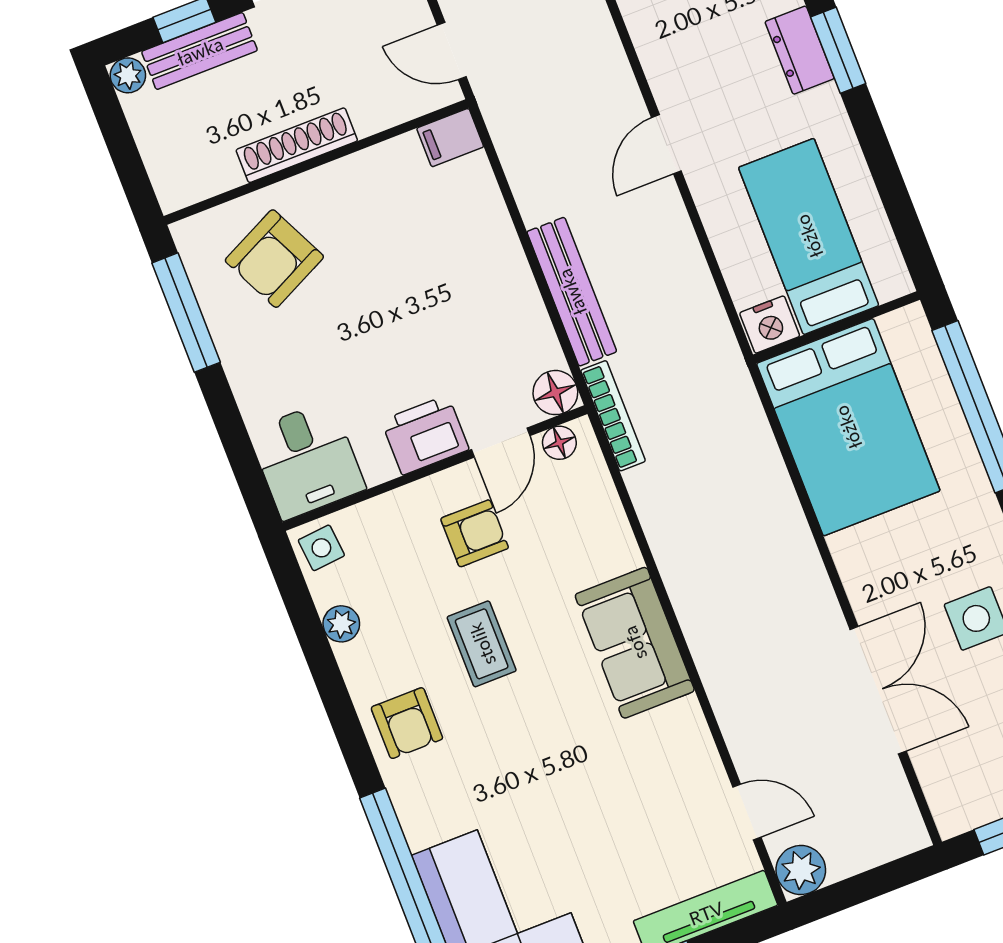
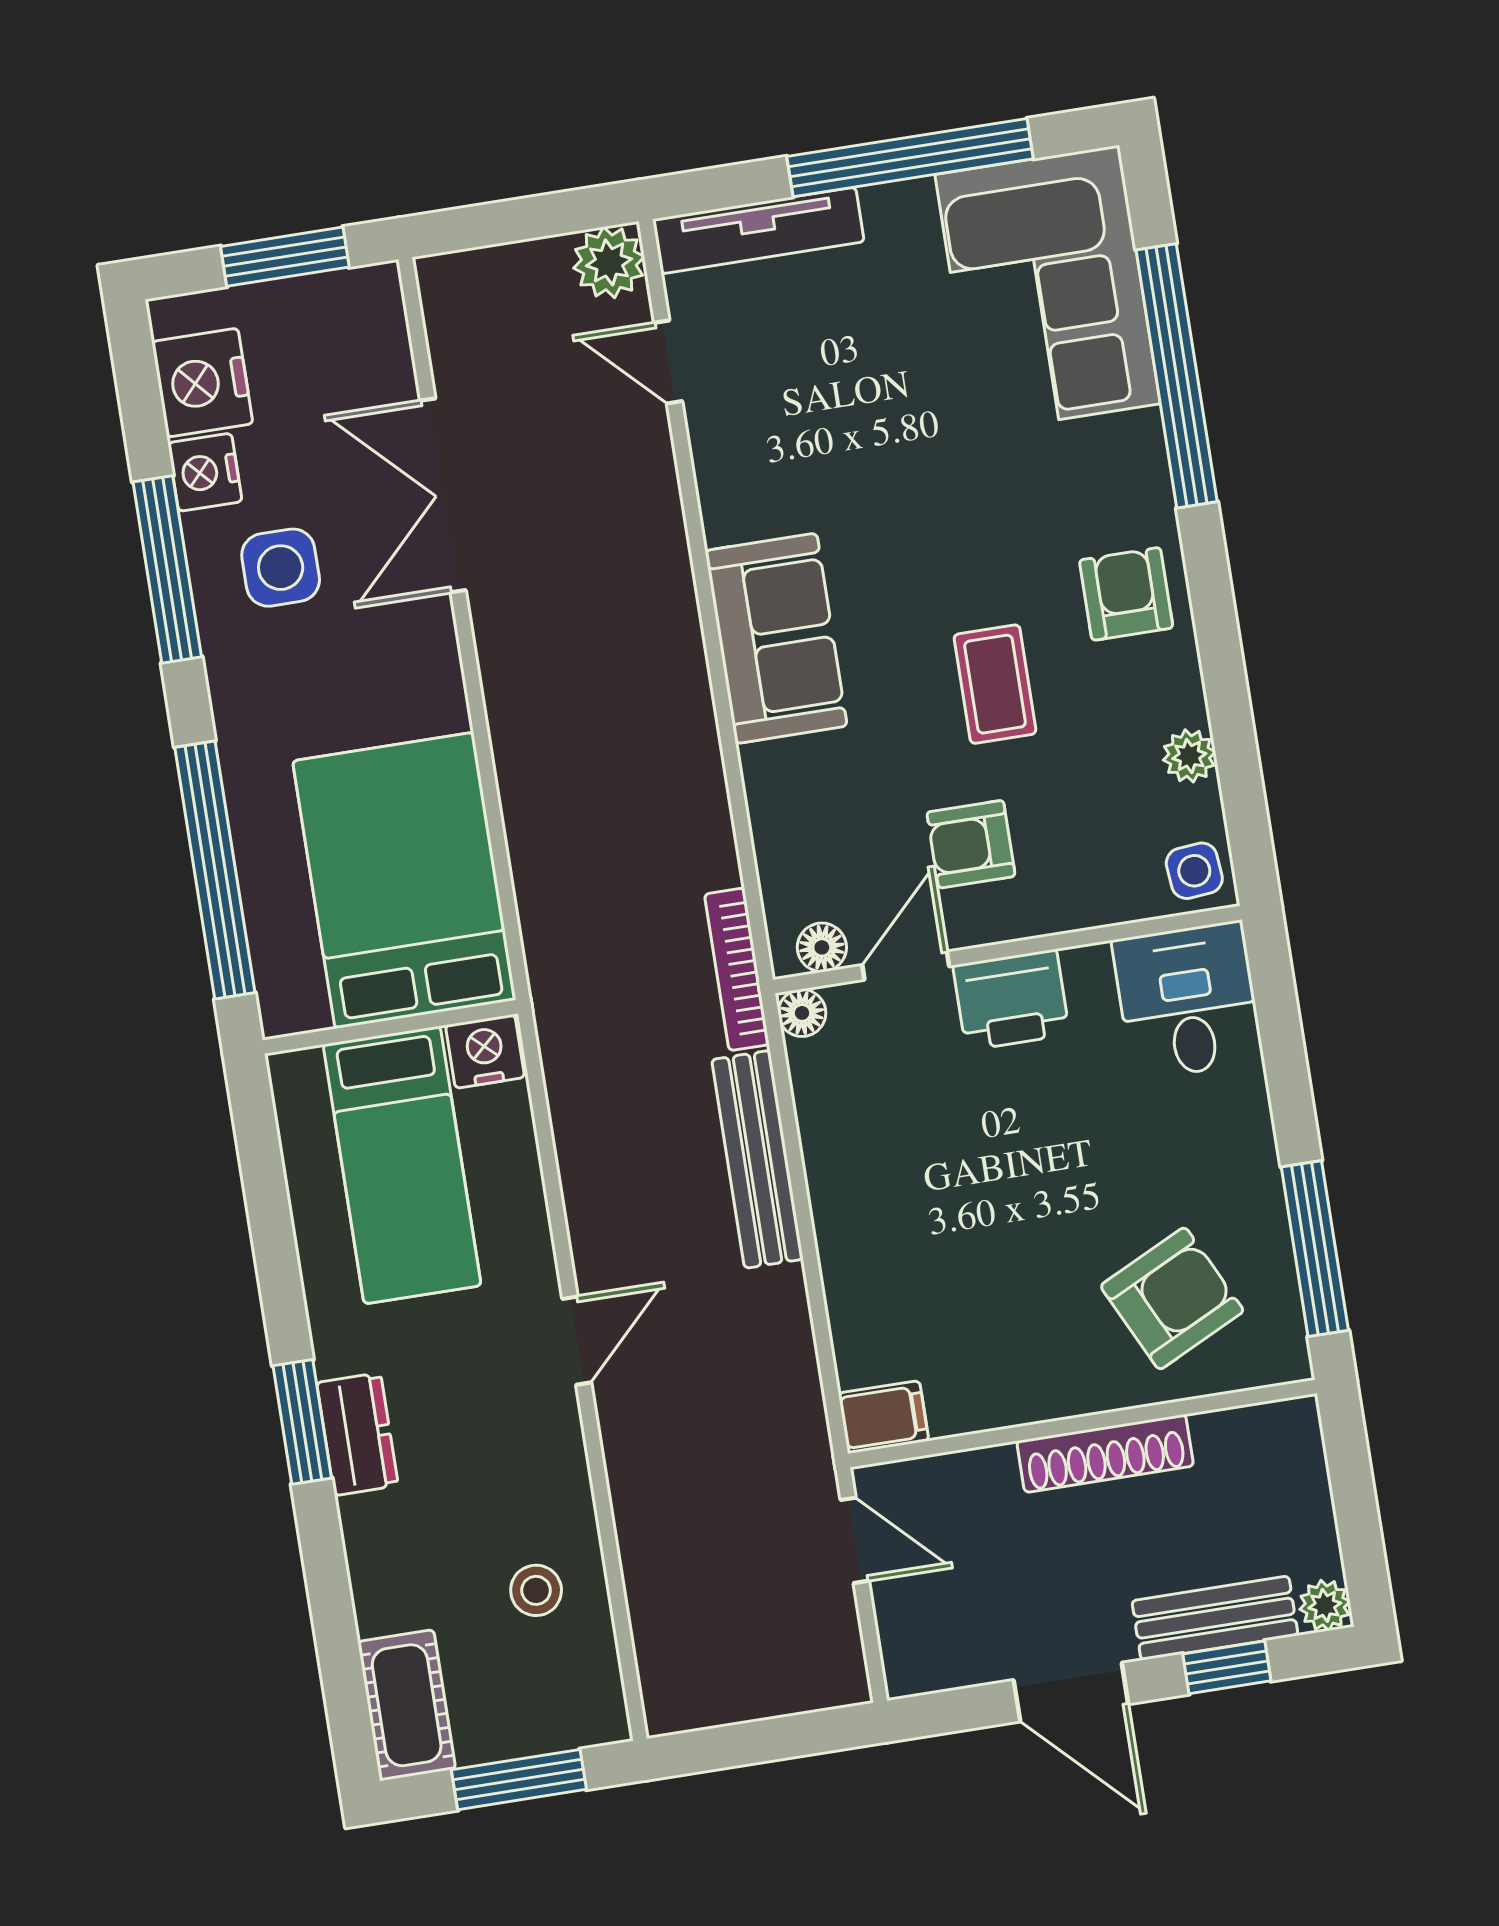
floor lamp: (555, 393) -> (802, 1013), width x0.73, depth x0.73

